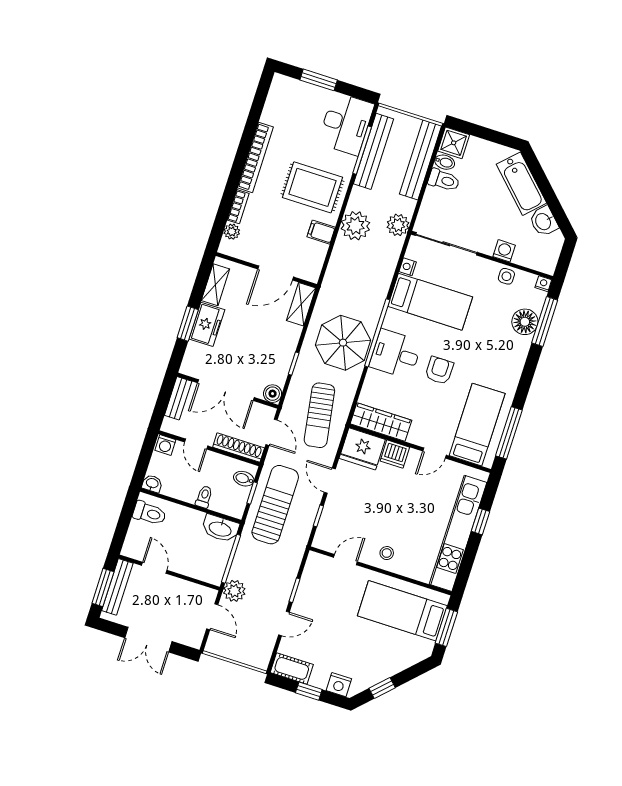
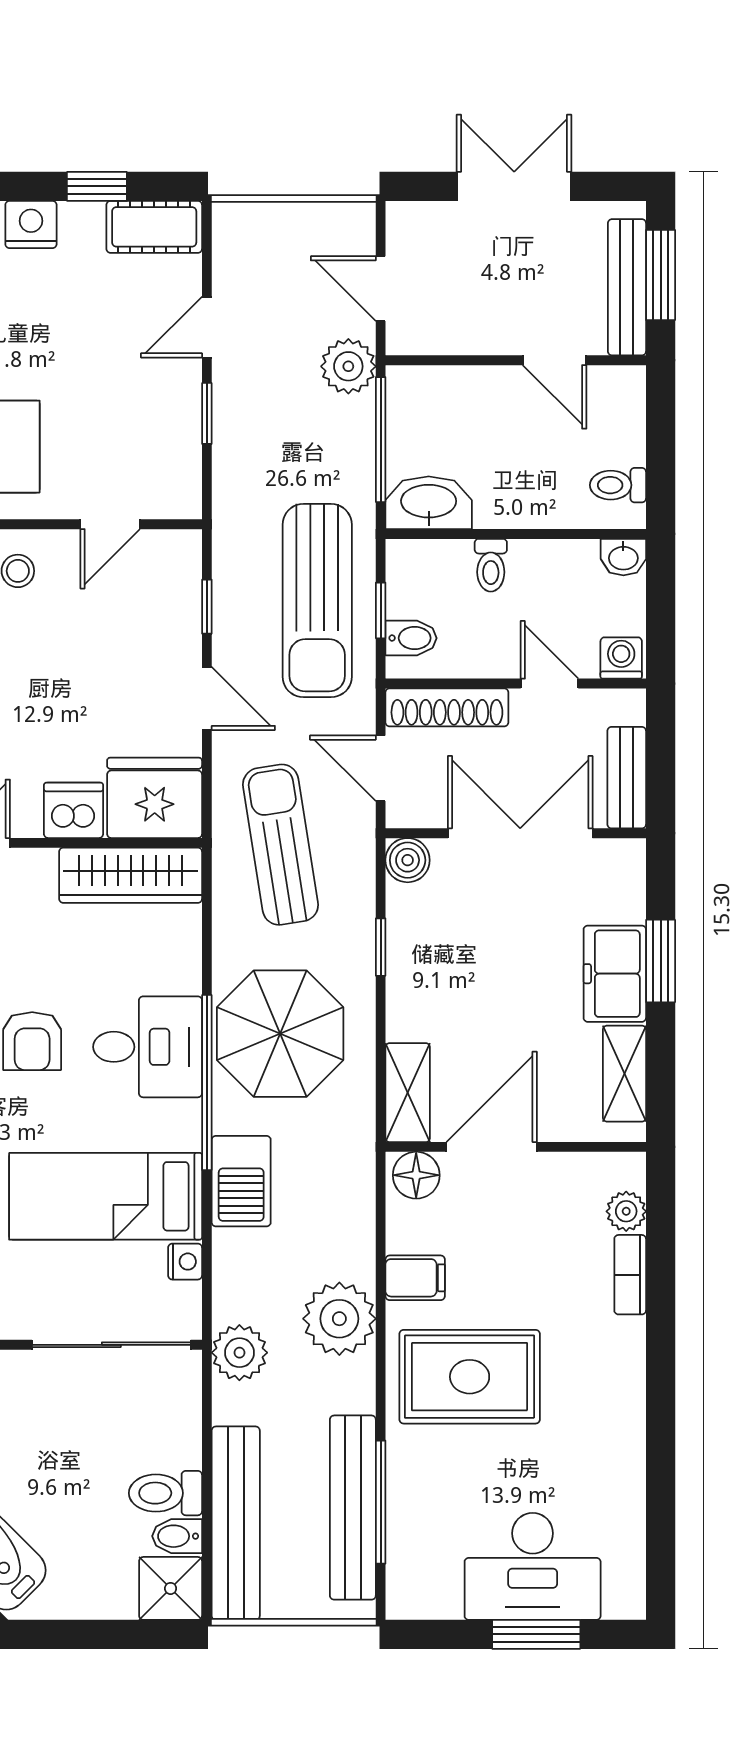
desk: (346, 124) -> (533, 1566), moved, turned -90
bookcase: (255, 157) -> (627, 1404), removed
floor lamp: (308, 271) -> (416, 1175), added
barbecue: (376, 291) -> (241, 1181), added
toilet: (149, 513) -> (618, 485), width x0.73, depth x0.72

